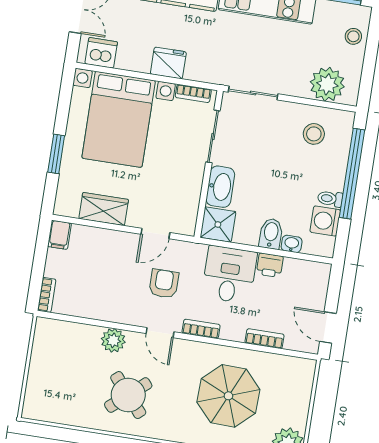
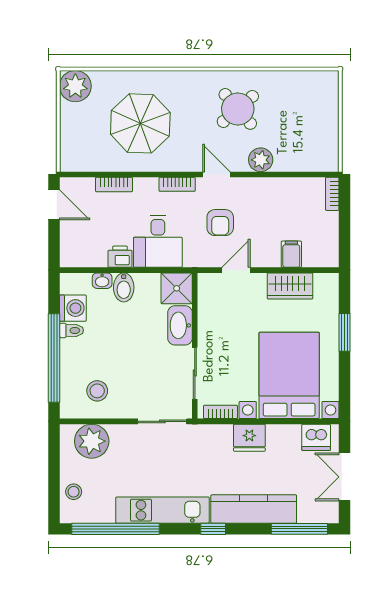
filing cabinet: (59, 235) -> (291, 254), moved

